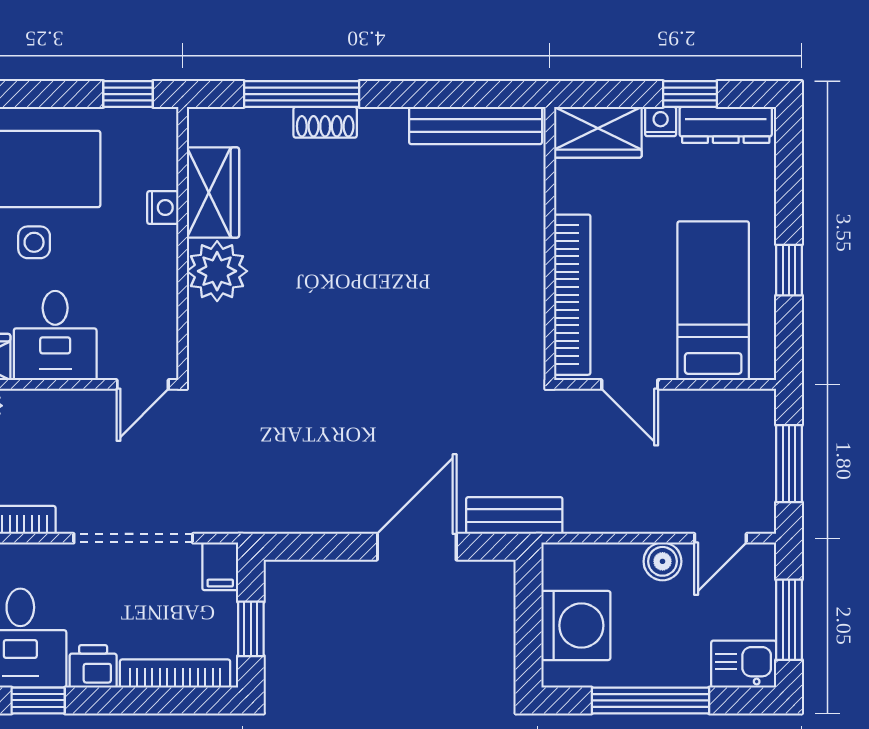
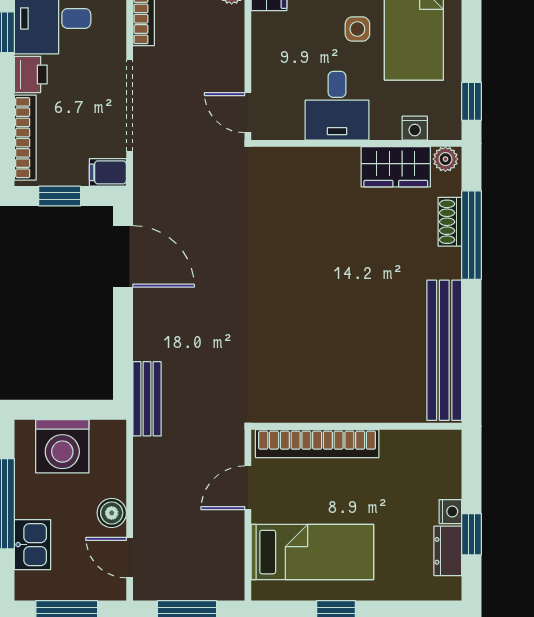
shoe rack: (325, 122) -> (450, 222), moved
bench: (476, 125) -> (444, 350), width x1.37, depth x1.21
dresser: (726, 125) -> (448, 551), width x0.70
wardrobe: (598, 132) -> (442, 463), removed
nightstand: (163, 208) -> (415, 128), moved
plant: (217, 271) -> (445, 159), moved, width x0.53, depth x0.53
desk: (55, 336) -> (337, 106), moved, turned -90
door: (417, 547) -> (123, 256), moved
kitchen sink: (744, 664) -> (33, 545), moved

